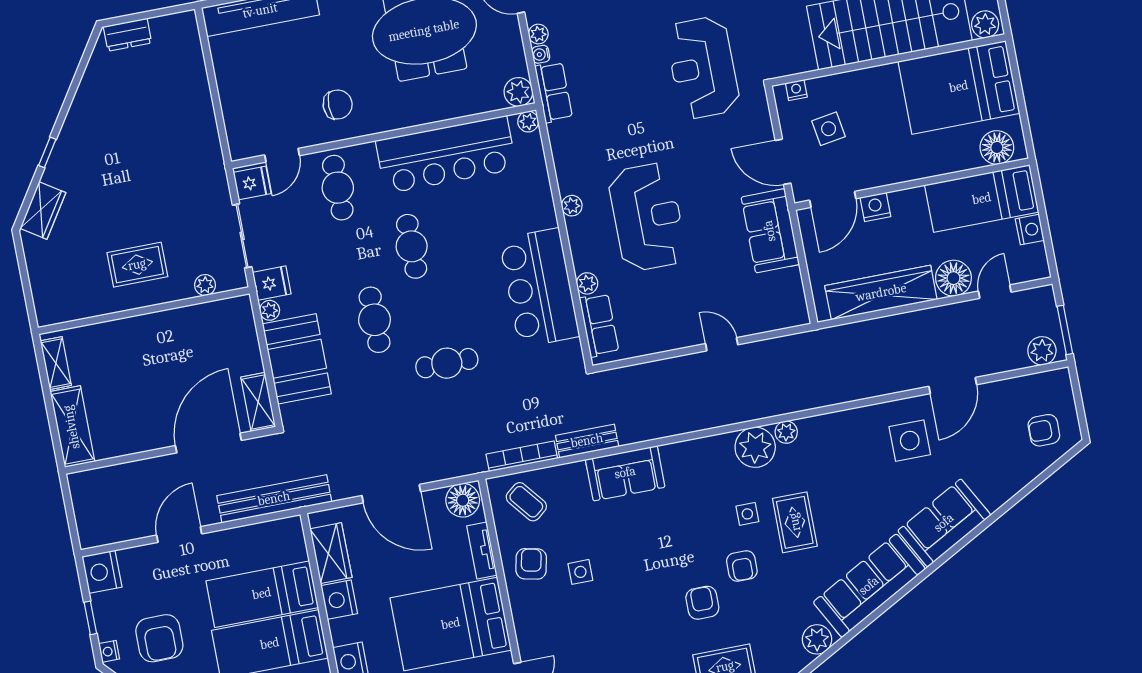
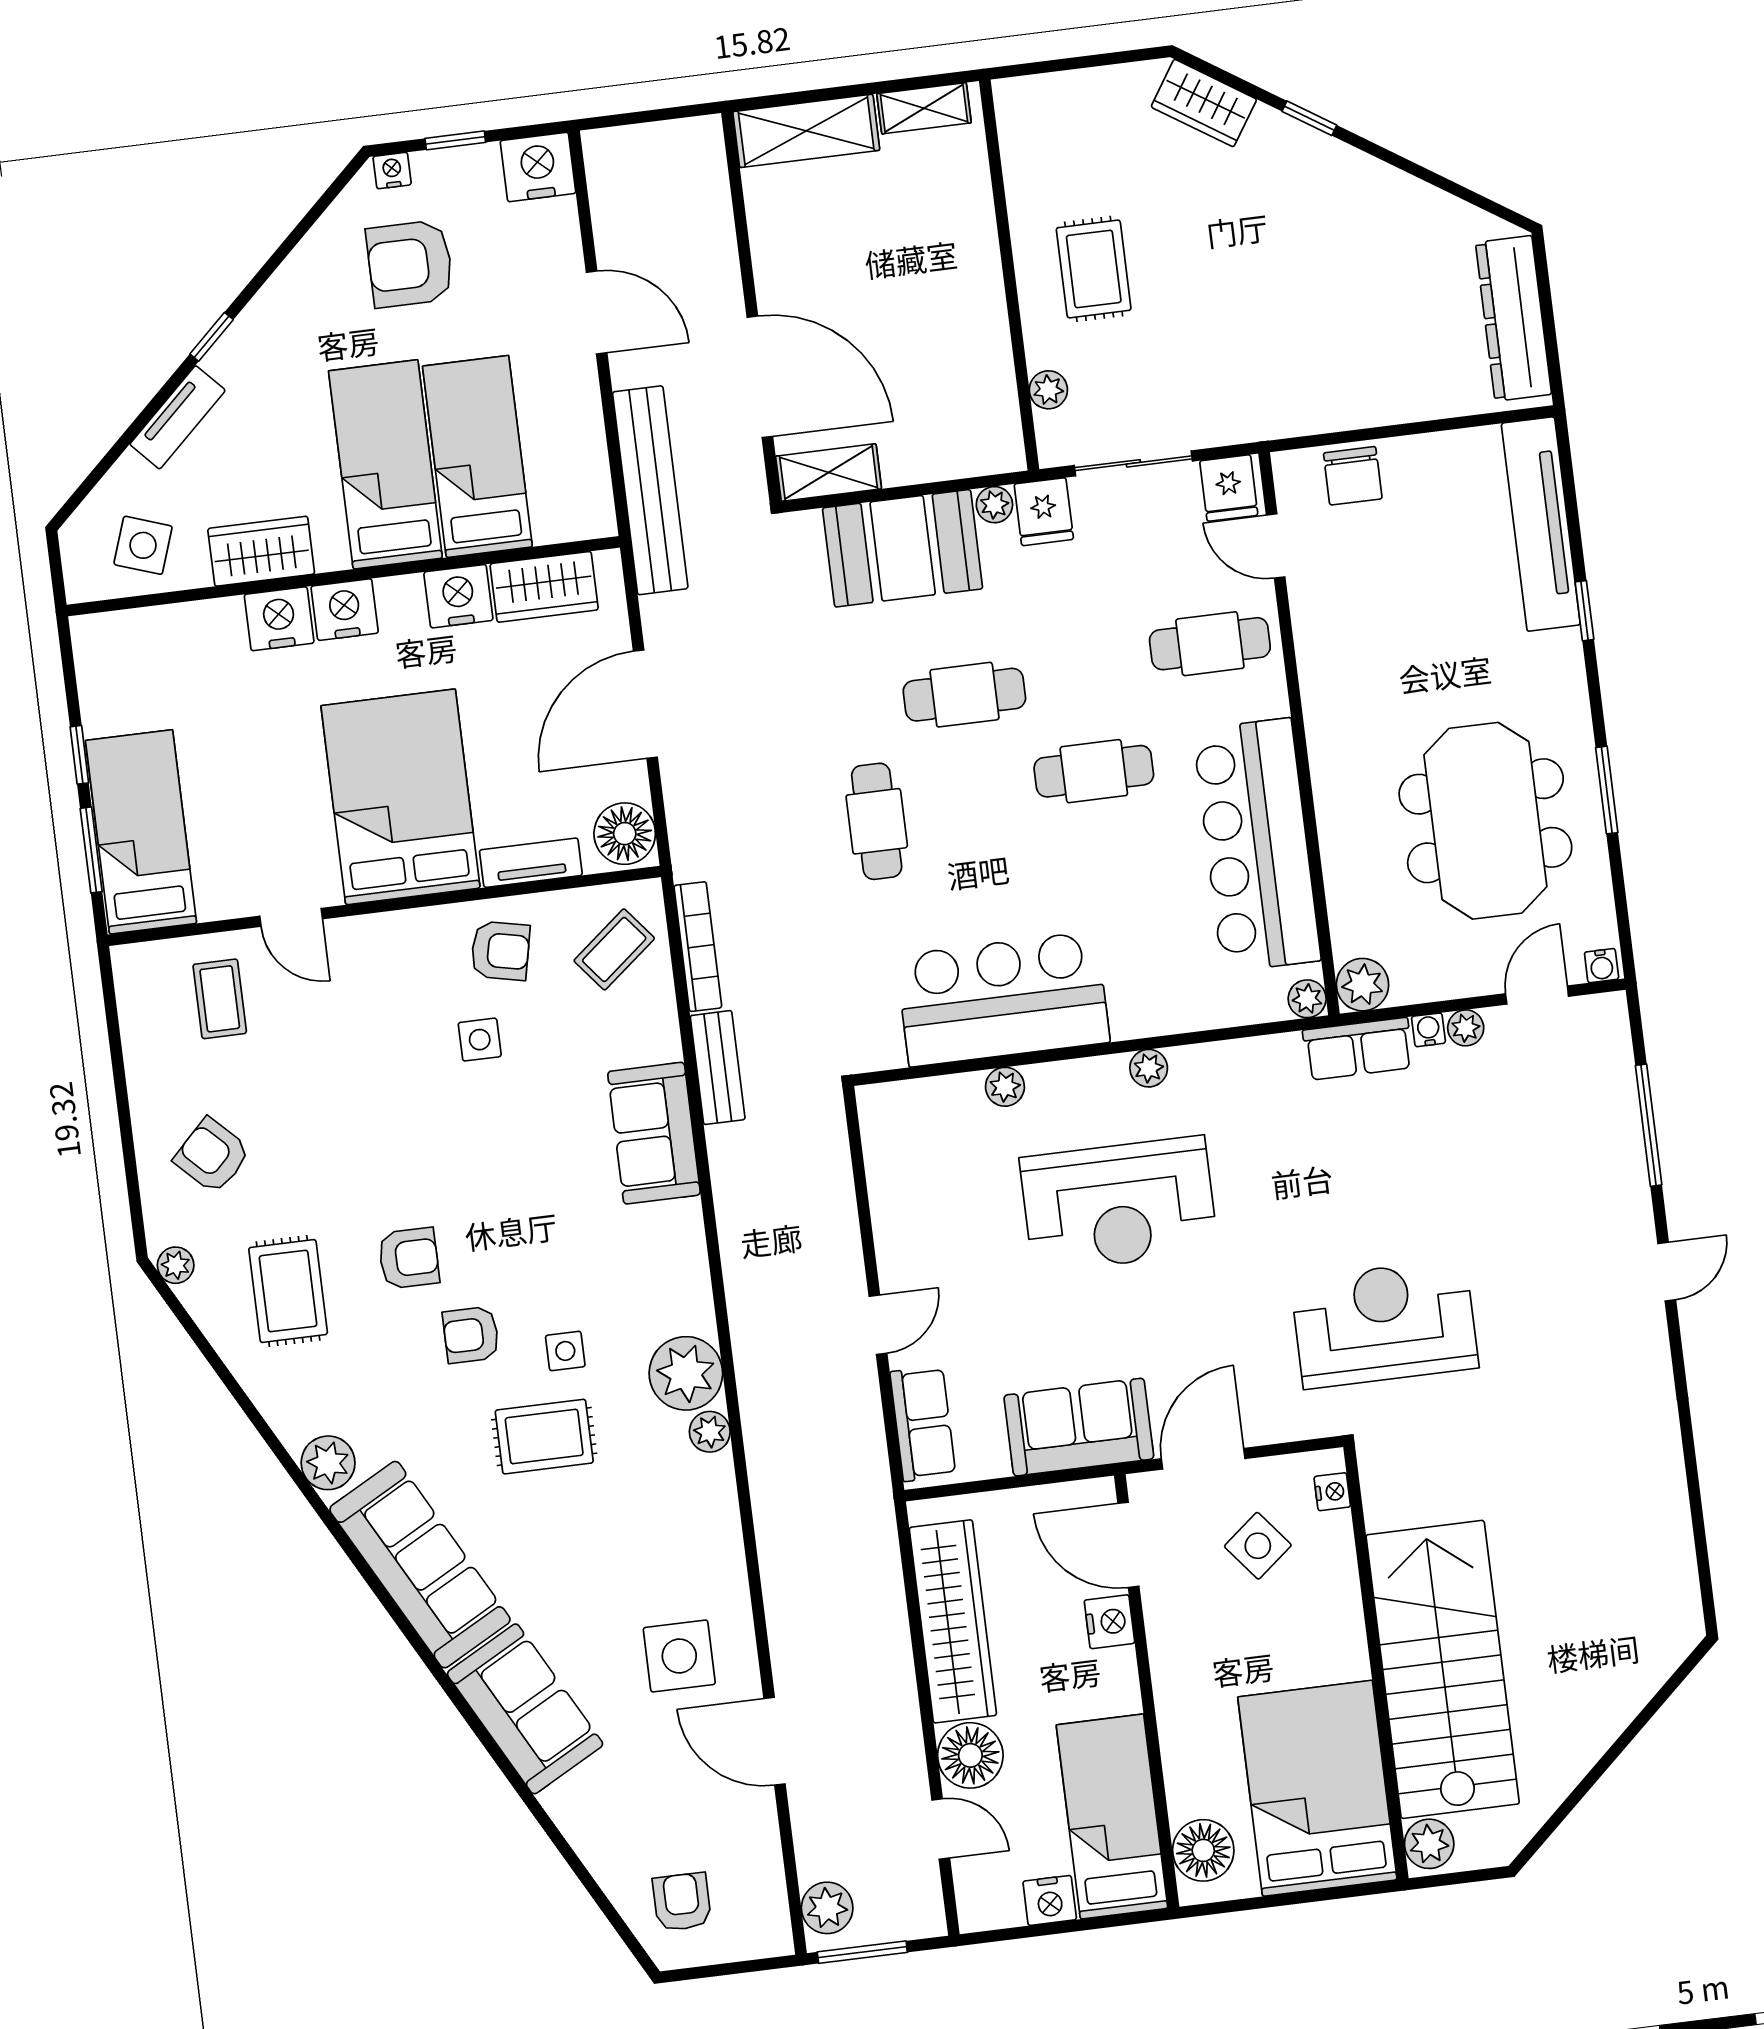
dresser: (127, 35) -> (1513, 318), width x1.96, depth x1.24
chair: (338, 105) -> (1353, 476), moved
side table: (829, 129) -> (1258, 1546), turned -30
row of seats: (599, 325) -> (923, 1424), moved, turned -90

